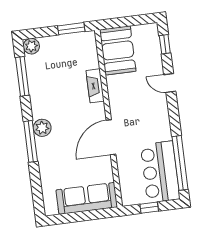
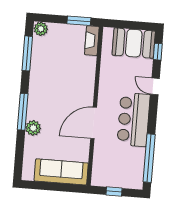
booth: (118, 50) -> (134, 43), moved, turned 90
fireplace: (95, 86) -> (92, 41), moved
plant: (42, 128) -> (33, 128), moved
bar counter: (160, 172) -> (134, 119), moved

